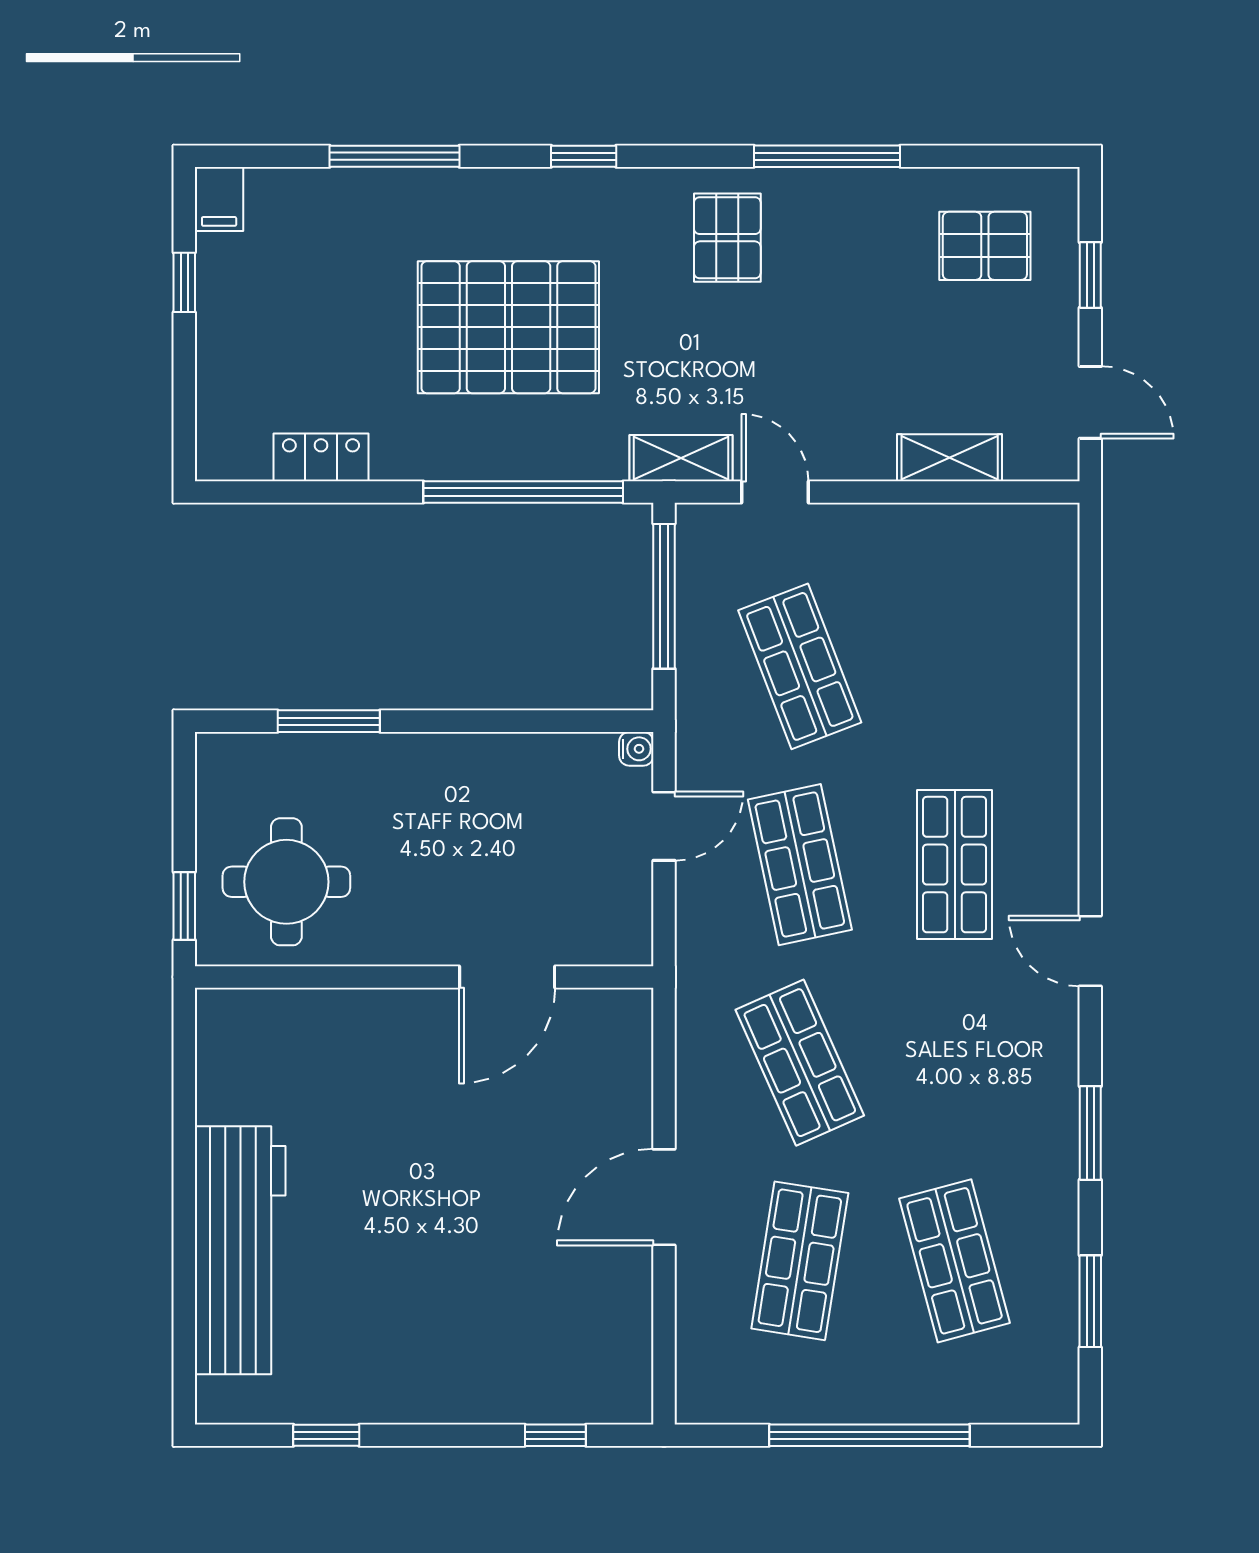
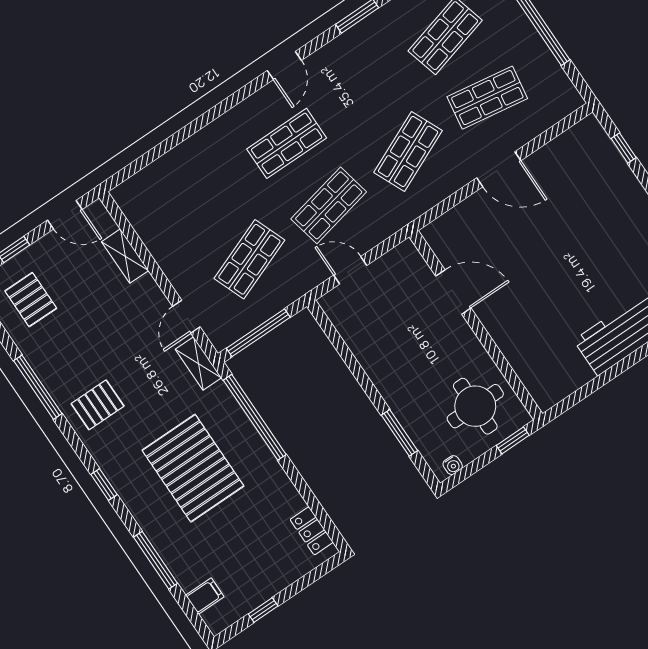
filing cabinet: (219, 199) -> (205, 596), moved
door: (1090, 402) -> (65, 215), swing flipped
locker: (321, 457) -> (312, 531), moved
water cooler: (636, 749) -> (453, 465), moved, turned 180

